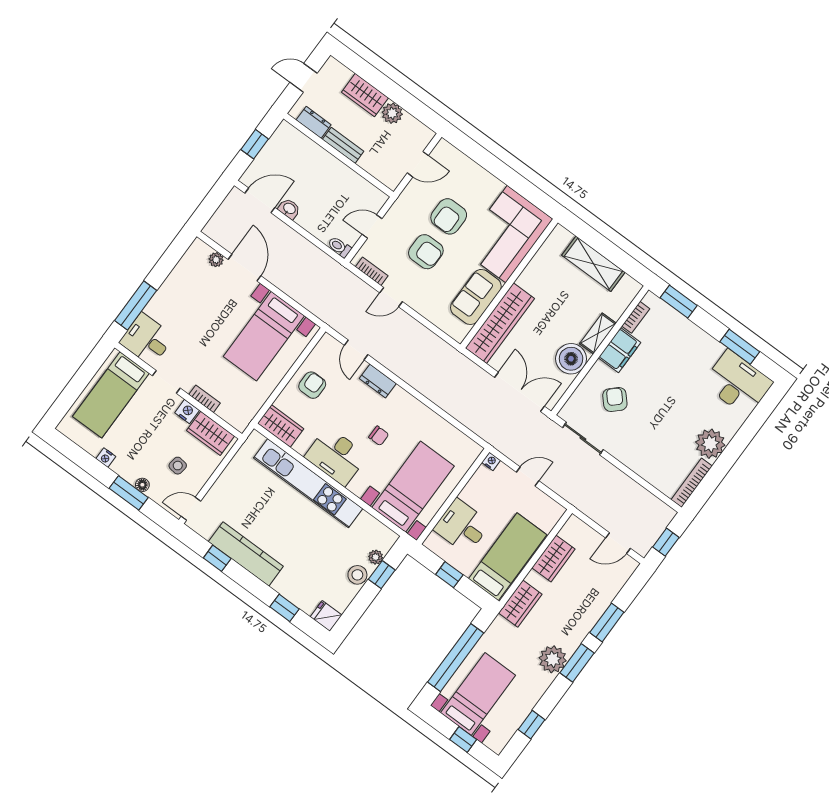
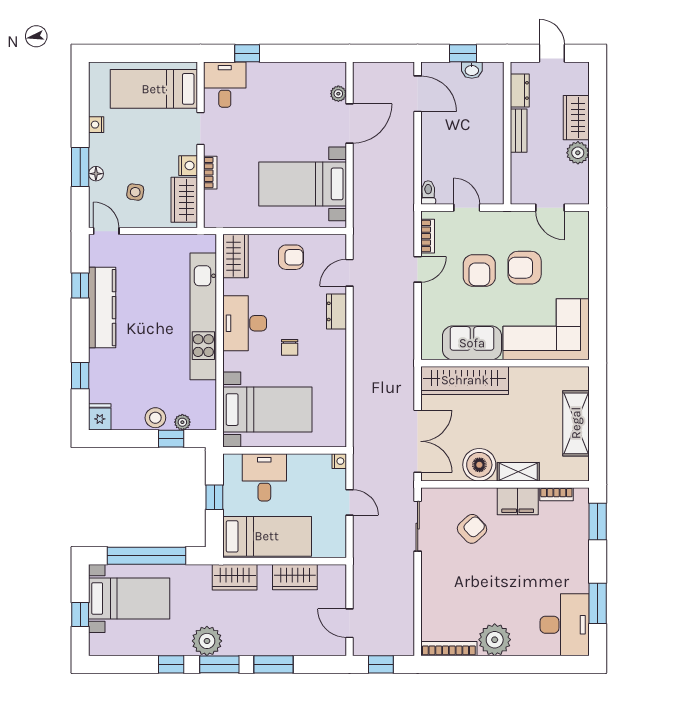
washbasin: (289, 209) -> (472, 70), moved, turned 90
door: (391, 297) -> (418, 269), swing flipped
window: (136, 306) -> (247, 53), width x0.46
window: (531, 725) -> (171, 664), moved

